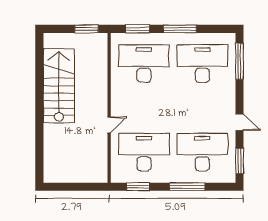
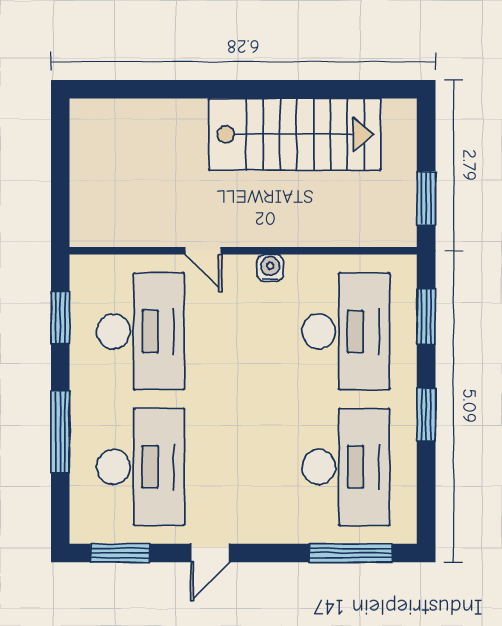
window: (180, 29) -> (426, 415), width x0.69
water cooler: (117, 96) -> (270, 268), added

